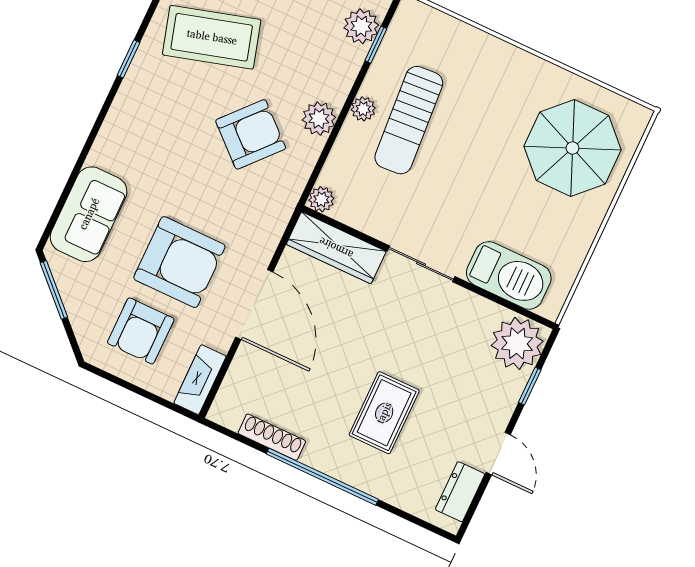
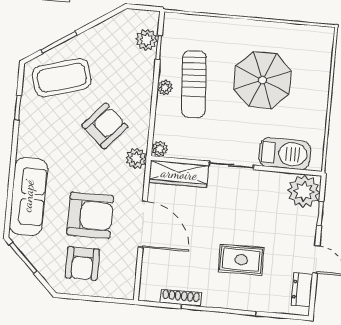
plant: (319, 119) -> (136, 158), moved
parasol: (572, 148) -> (262, 80), moved
sofa: (89, 214) -> (28, 196), width x1.36
fireplace: (200, 380) -> (127, 279), removed
rug: (384, 413) -> (241, 260), turned 90

